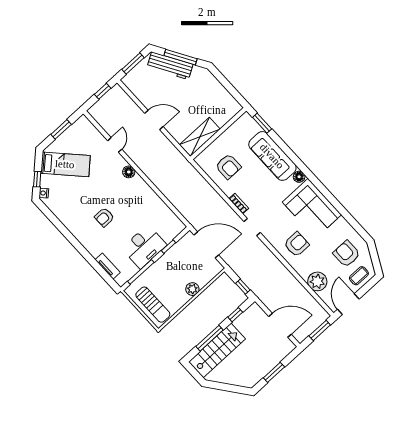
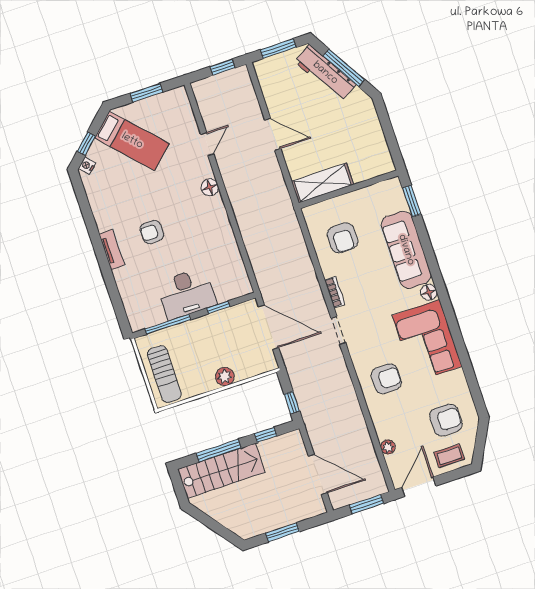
armchair: (347, 254) -> (446, 420), turned 90
tv unit: (108, 266) -> (112, 250), moved
plant: (317, 281) -> (388, 447), width x0.53, depth x0.53

